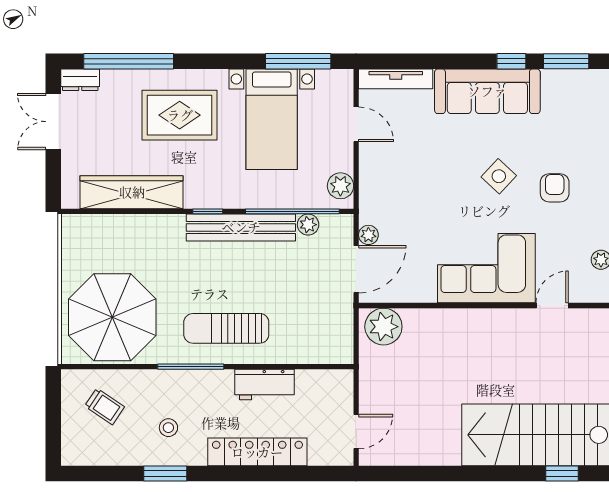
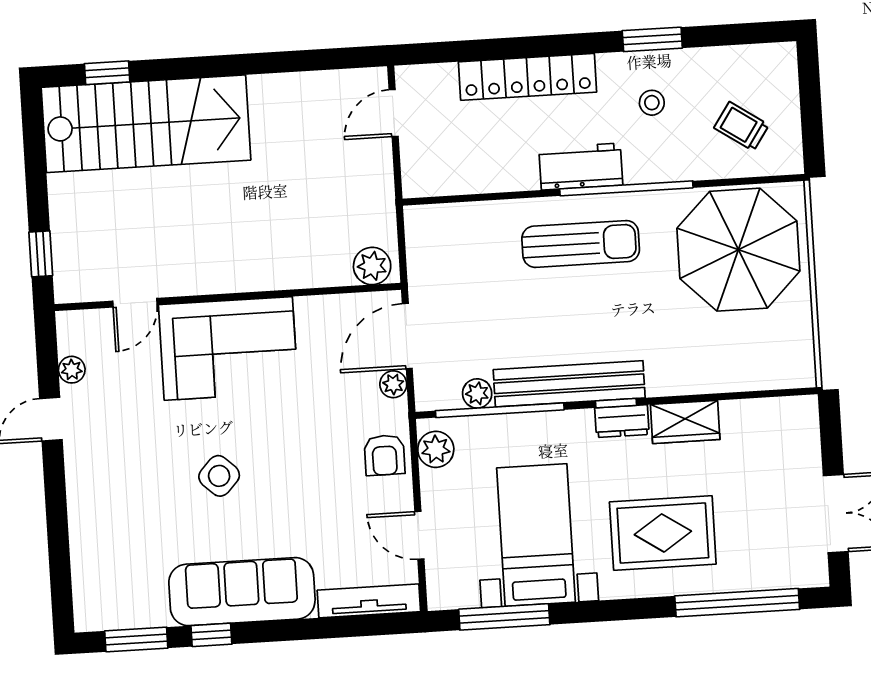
dresser: (80, 80) -> (622, 421), moved, turned 180
armchair: (555, 188) -> (384, 455), moved
wardrobe: (132, 192) -> (685, 422), width x0.48, depth x0.85
plant: (383, 327) -> (372, 266), width x0.73, depth x0.73
window: (191, 367) -> (626, 188), width x1.46
workbench: (265, 384) -> (581, 167), moved

